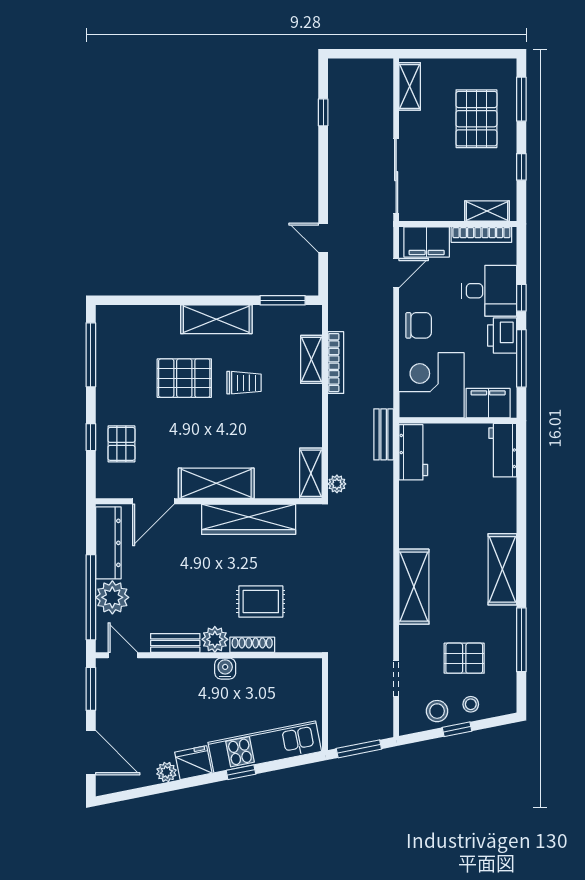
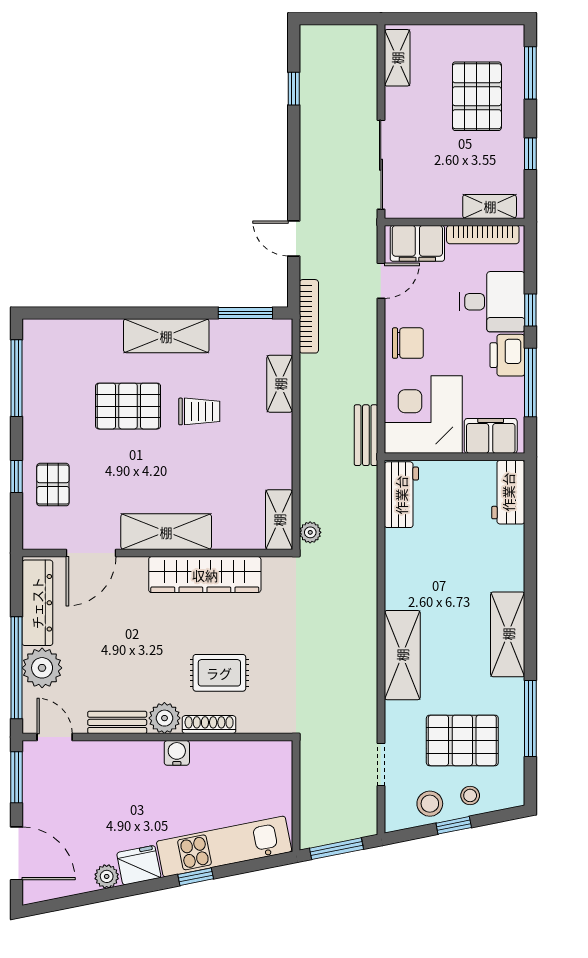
bookcase: (336, 363) -> (309, 316), moved
bench: (384, 434) -> (366, 435), moved
pallet: (464, 658) -> (462, 740), width x1.50, depth x1.42

